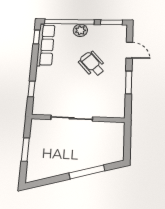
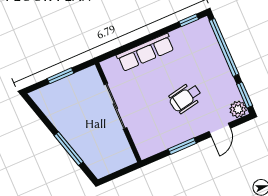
plant: (80, 30) -> (238, 109), moved
row of seats: (46, 45) -> (145, 52), moved
wheelchair: (92, 64) -> (185, 98), turned -149
window: (31, 89) -> (127, 47), removed

